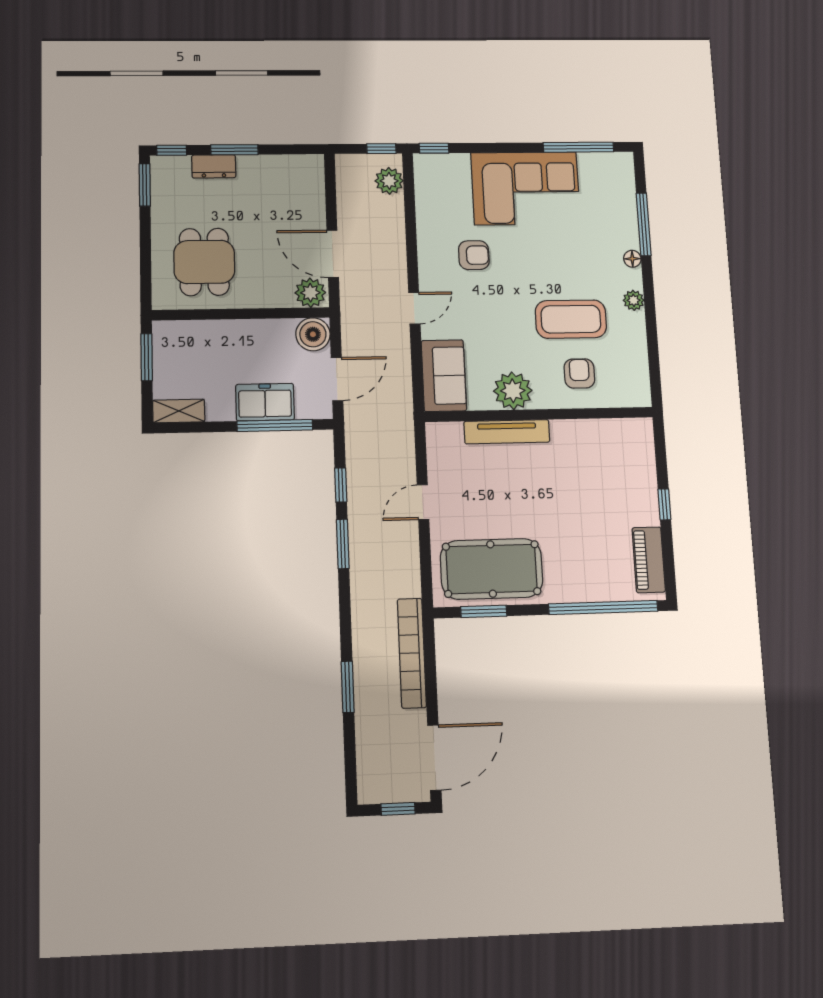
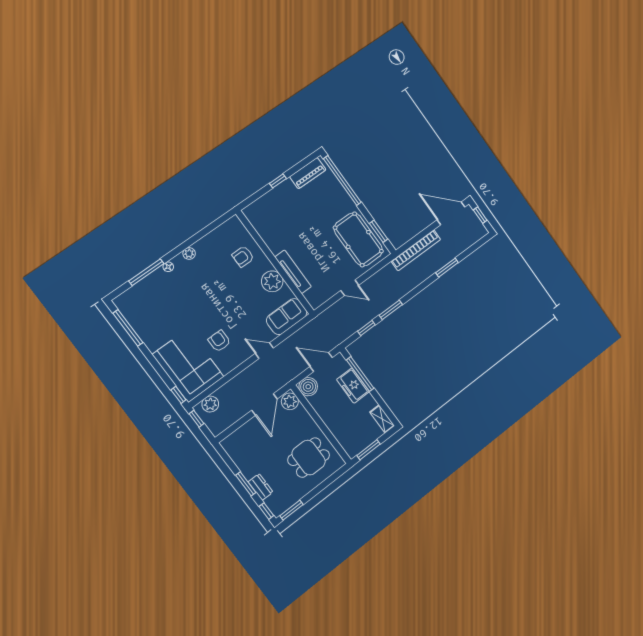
corner sofa: (526, 188) -> (188, 366), moved
coffee table: (571, 319) -> (219, 277), removed

